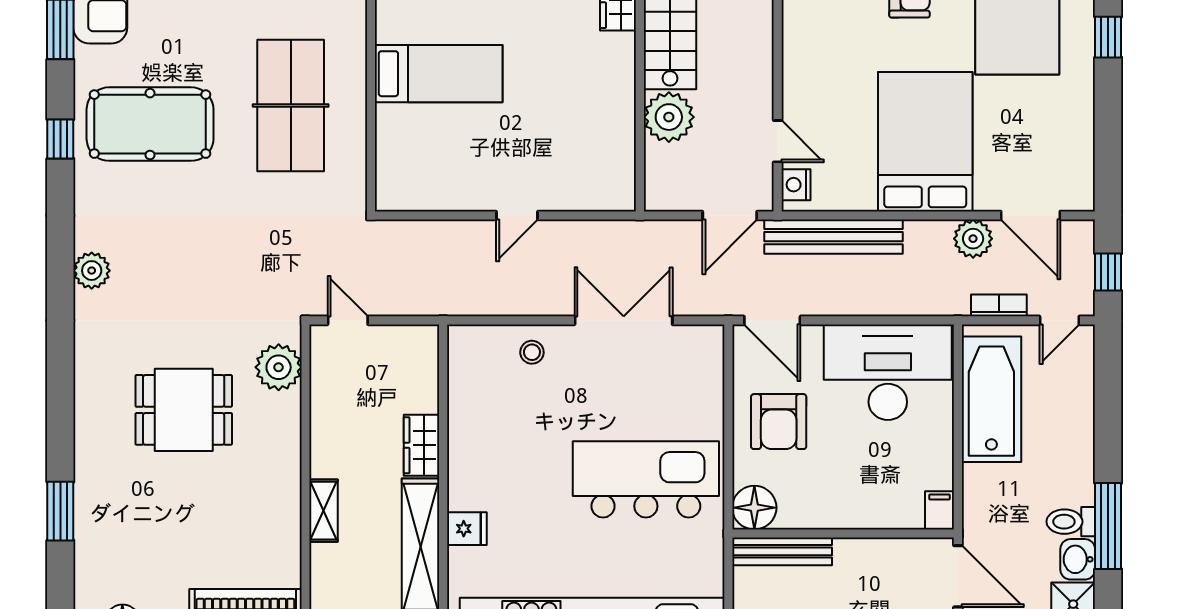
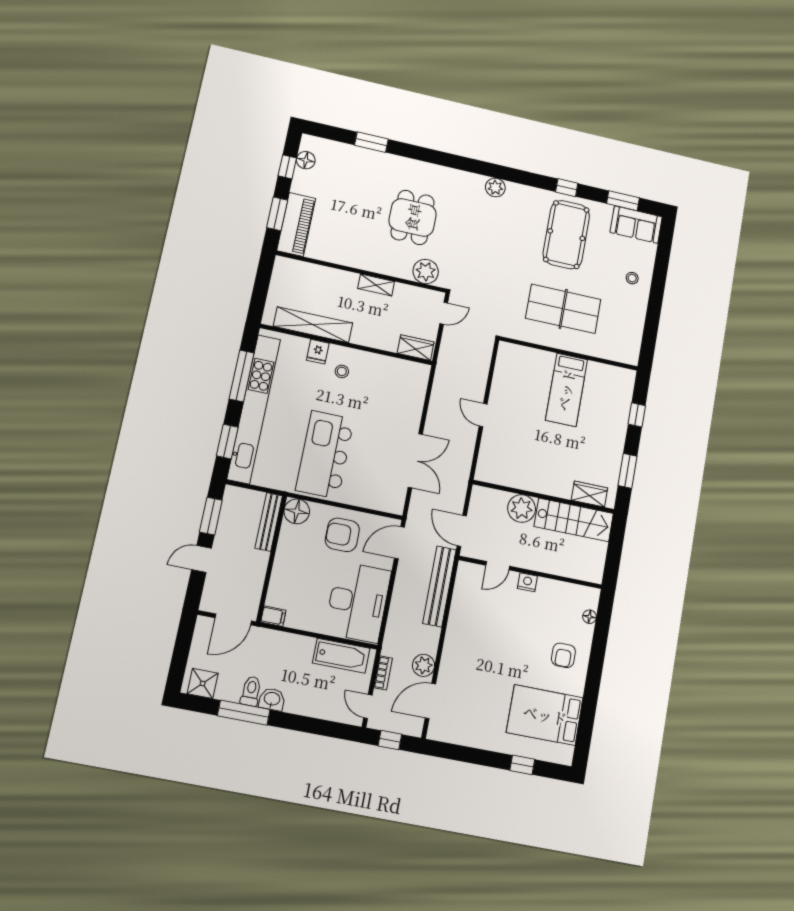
bed: (925, 142) -> (483, 649), removed
nightstand: (796, 185) -> (527, 582), moved
stool: (532, 352) -> (342, 371), moved
bathtub: (991, 399) -> (341, 656), width x0.73, depth x0.73
wardrobe: (422, 445) -> (416, 348), moved
kitchen island: (646, 479) -> (325, 455), turned 180
shelving: (323, 511) -> (376, 285), moved
washbasin: (1078, 559) -> (272, 699), moved

